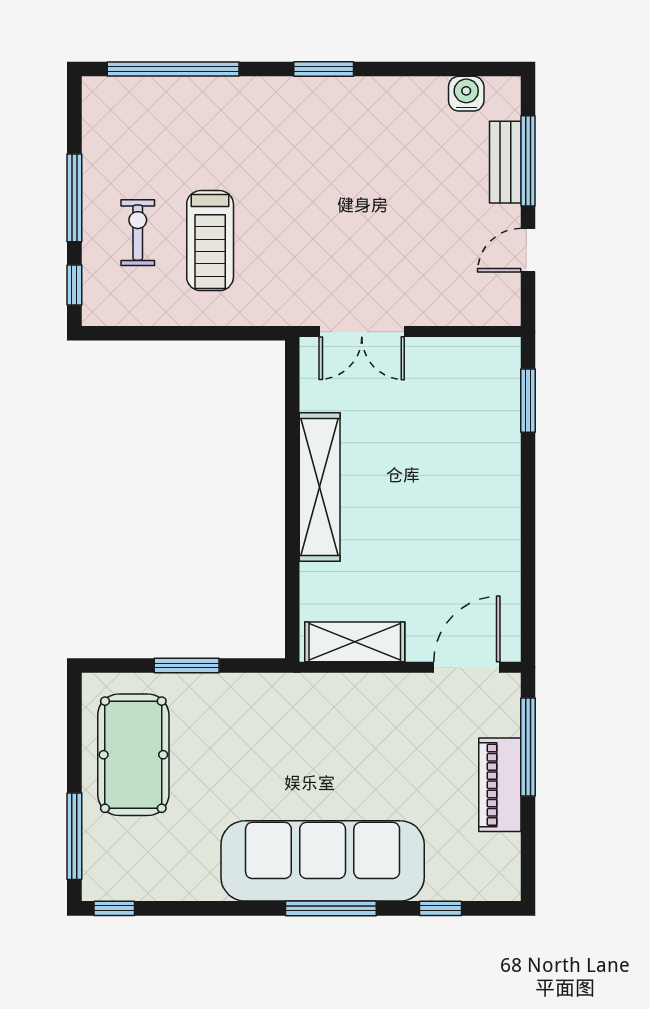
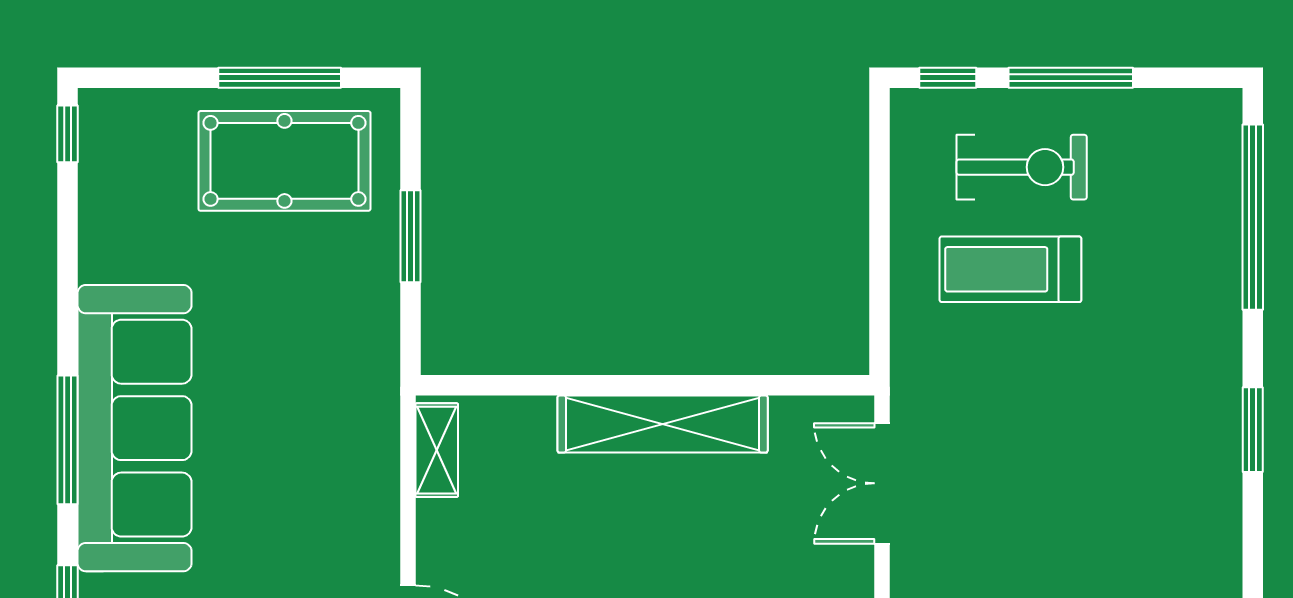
exercise bike: (138, 233) -> (1022, 167), width x1.38, depth x1.39
shelving: (355, 642) -> (437, 450), width x0.67, depth x0.75
window: (74, 836) -> (280, 78), moved

